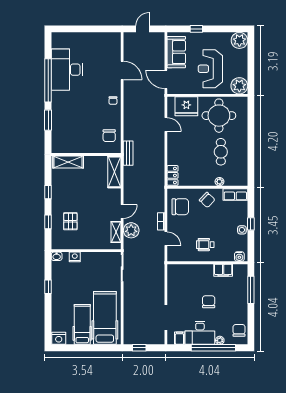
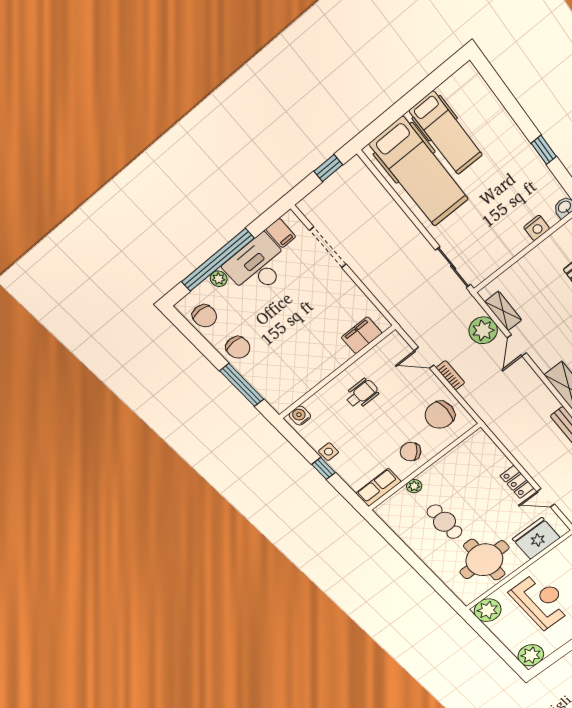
locker: (172, 175) -> (517, 482), moved
filing cabinet: (223, 270) -> (362, 335), moved
chair: (209, 302) -> (238, 347), moved
nightstand: (59, 338) -> (466, 80), removed

